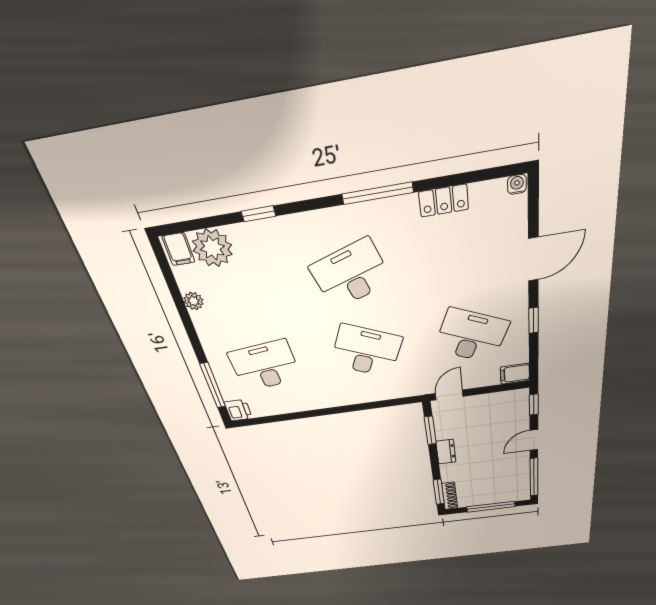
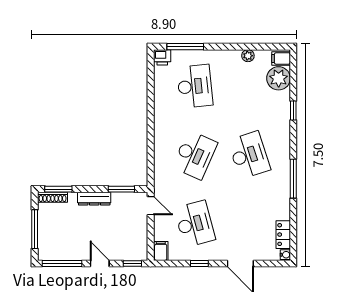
locker: (444, 201) -> (283, 235), moved
desk: (471, 336) -> (195, 224), turned -39
dresser: (446, 452) -> (94, 199), width x1.44

